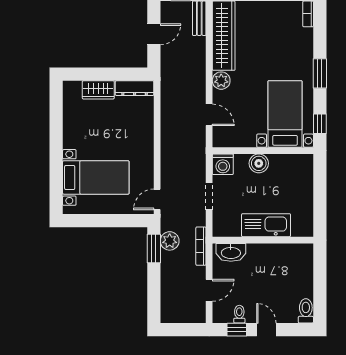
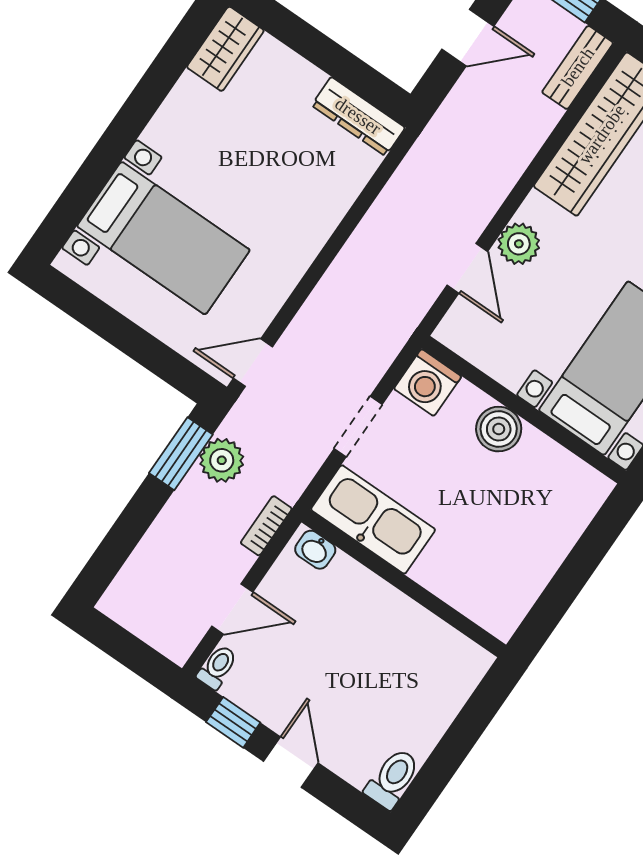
plant: (221, 81) -> (519, 244), moved
wardrobe: (98, 90) -> (225, 49), moved, turned -90
kitchen sink: (266, 225) -> (373, 519), moved
bookcase: (201, 246) -> (266, 526), width x0.64
washbasin: (231, 252) -> (315, 550), width x0.52, depth x0.69
toilet: (239, 314) -> (217, 667), moved

